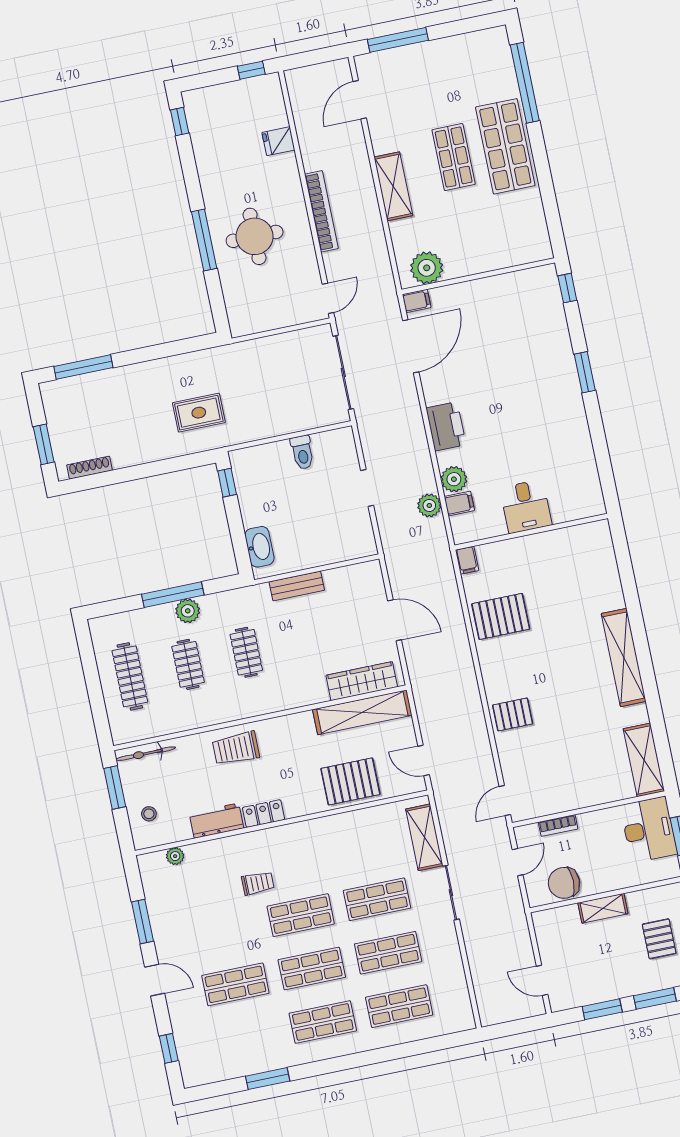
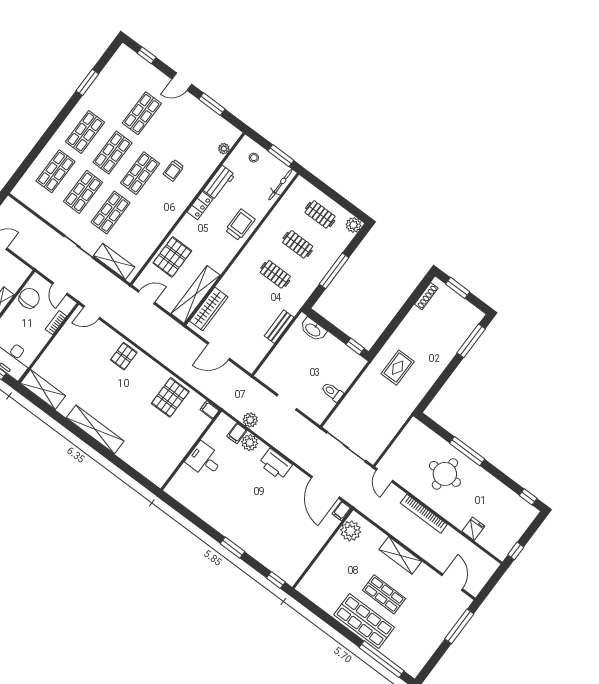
plant: (188, 611) -> (354, 225), moved
clothes rail: (130, 676) -> (320, 214), width x0.73
door: (505, 801) -> (92, 312), swing flipped

